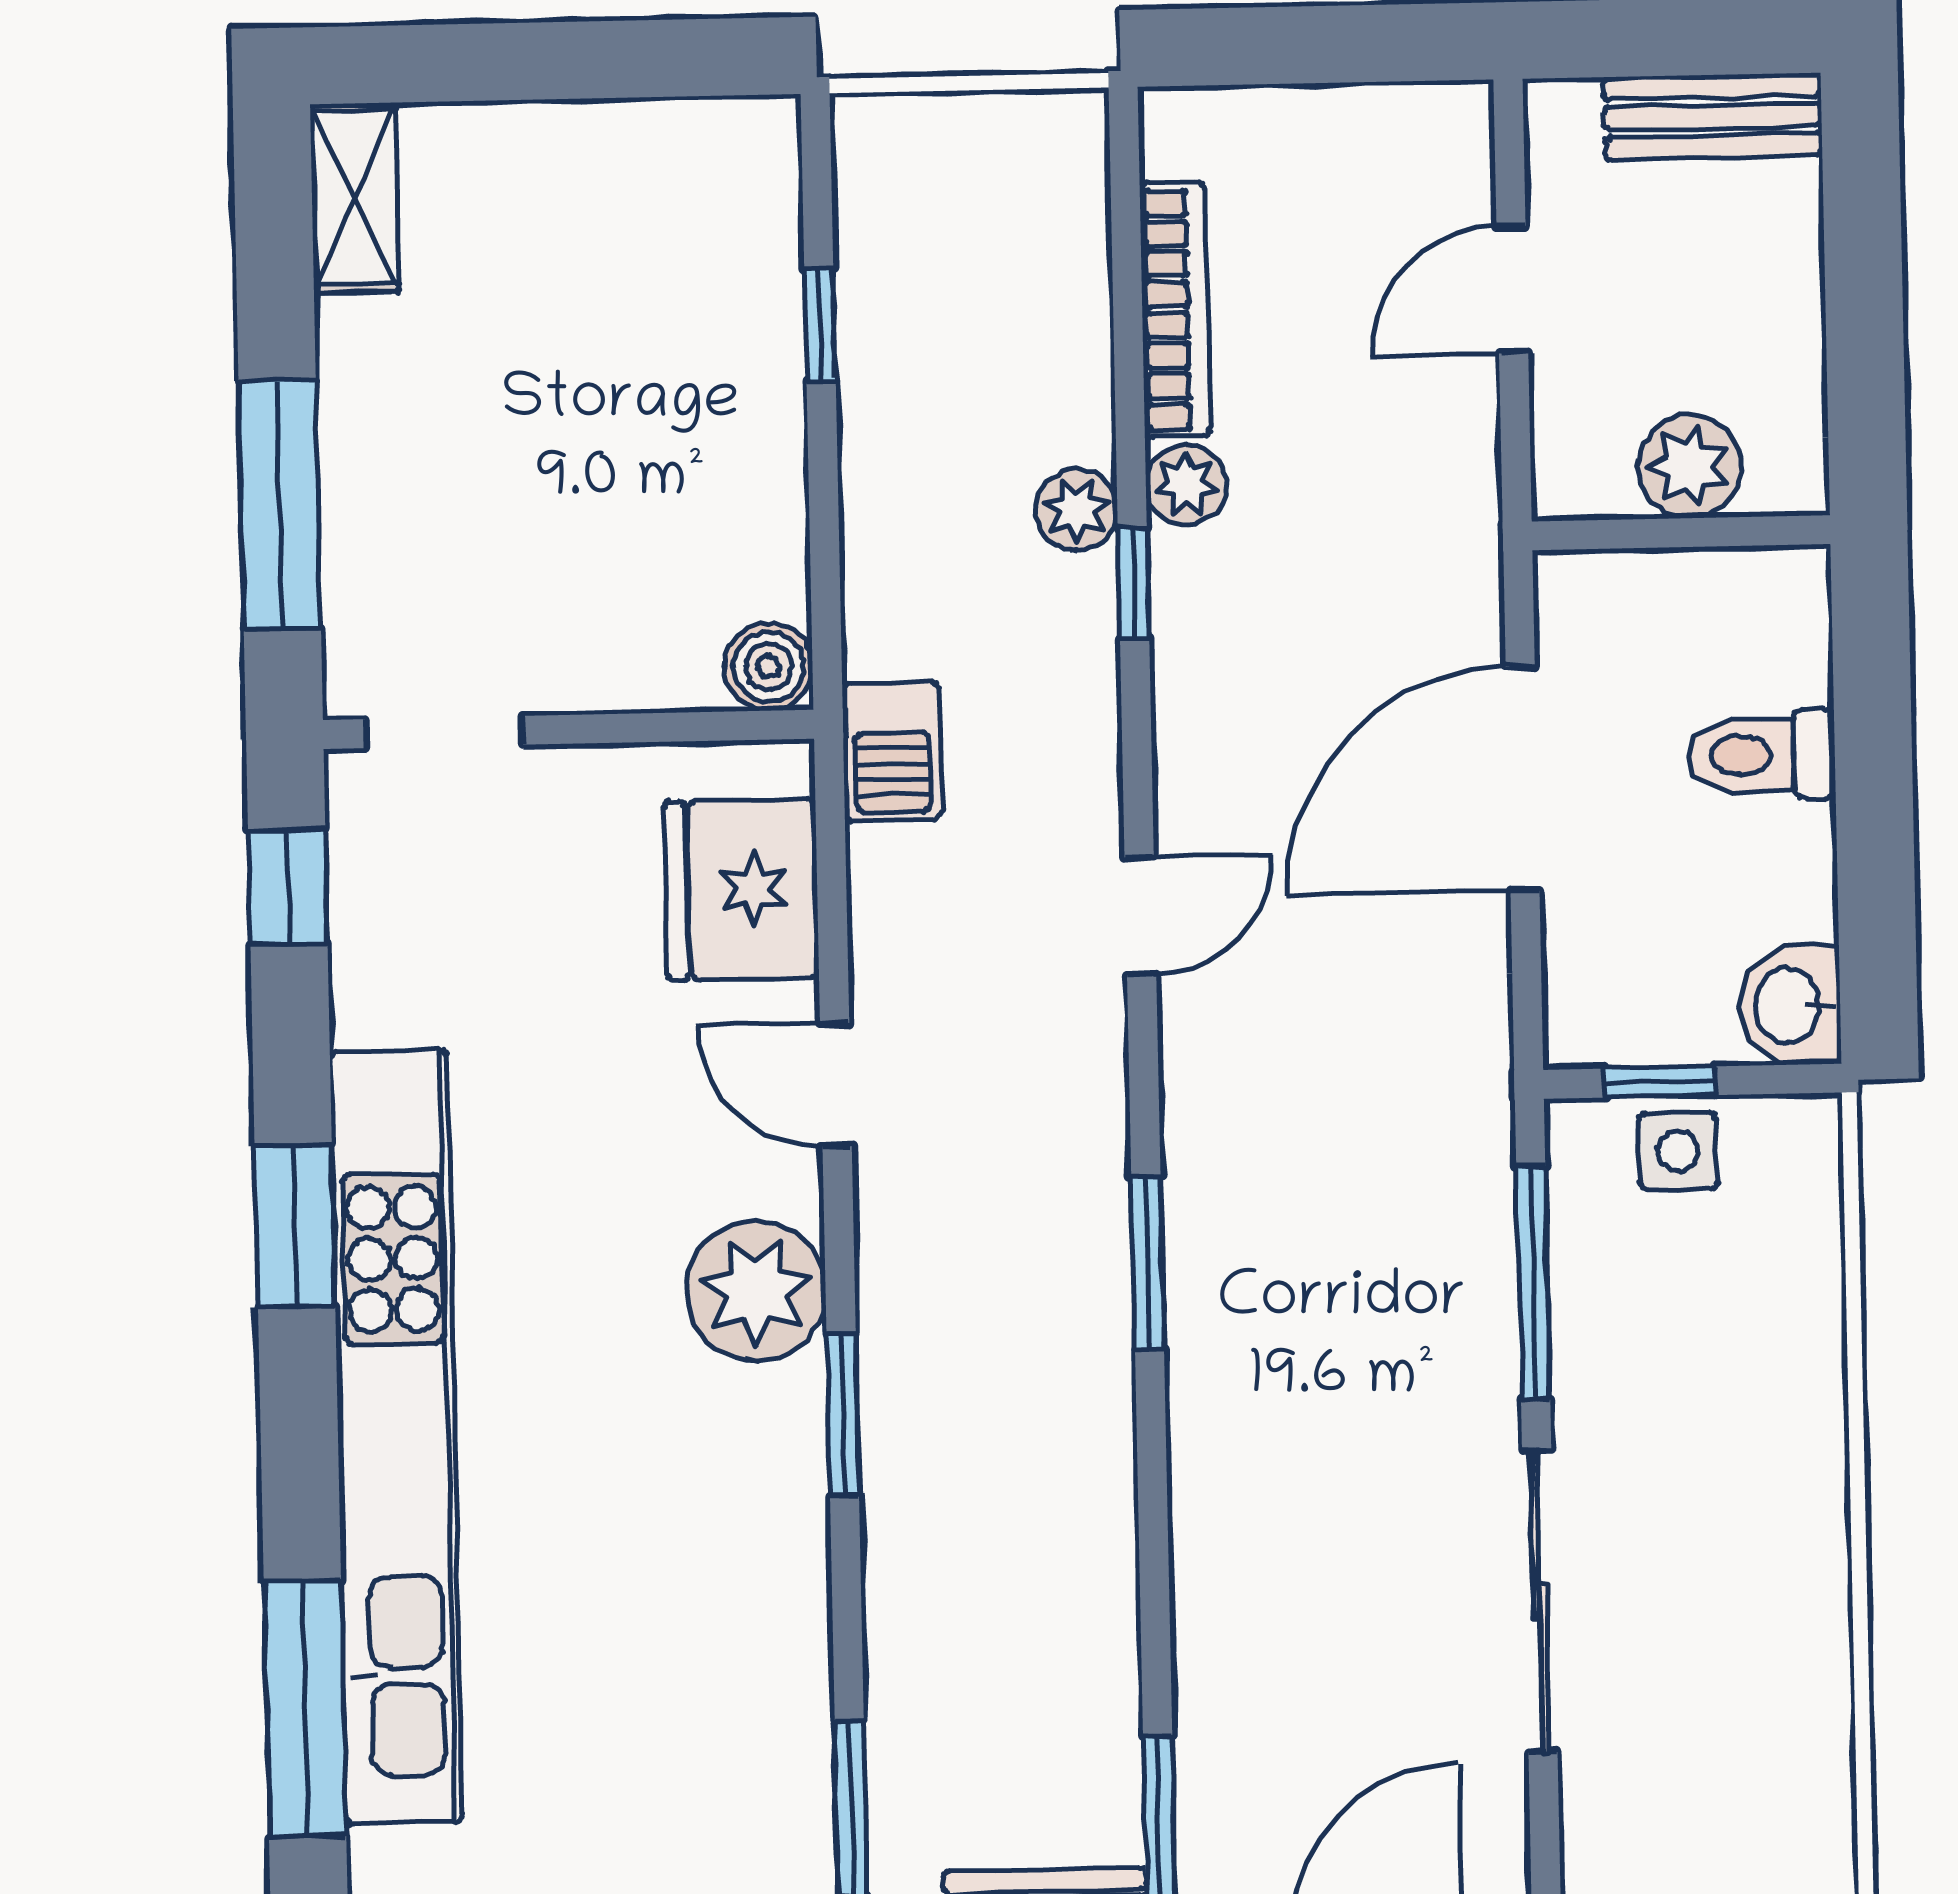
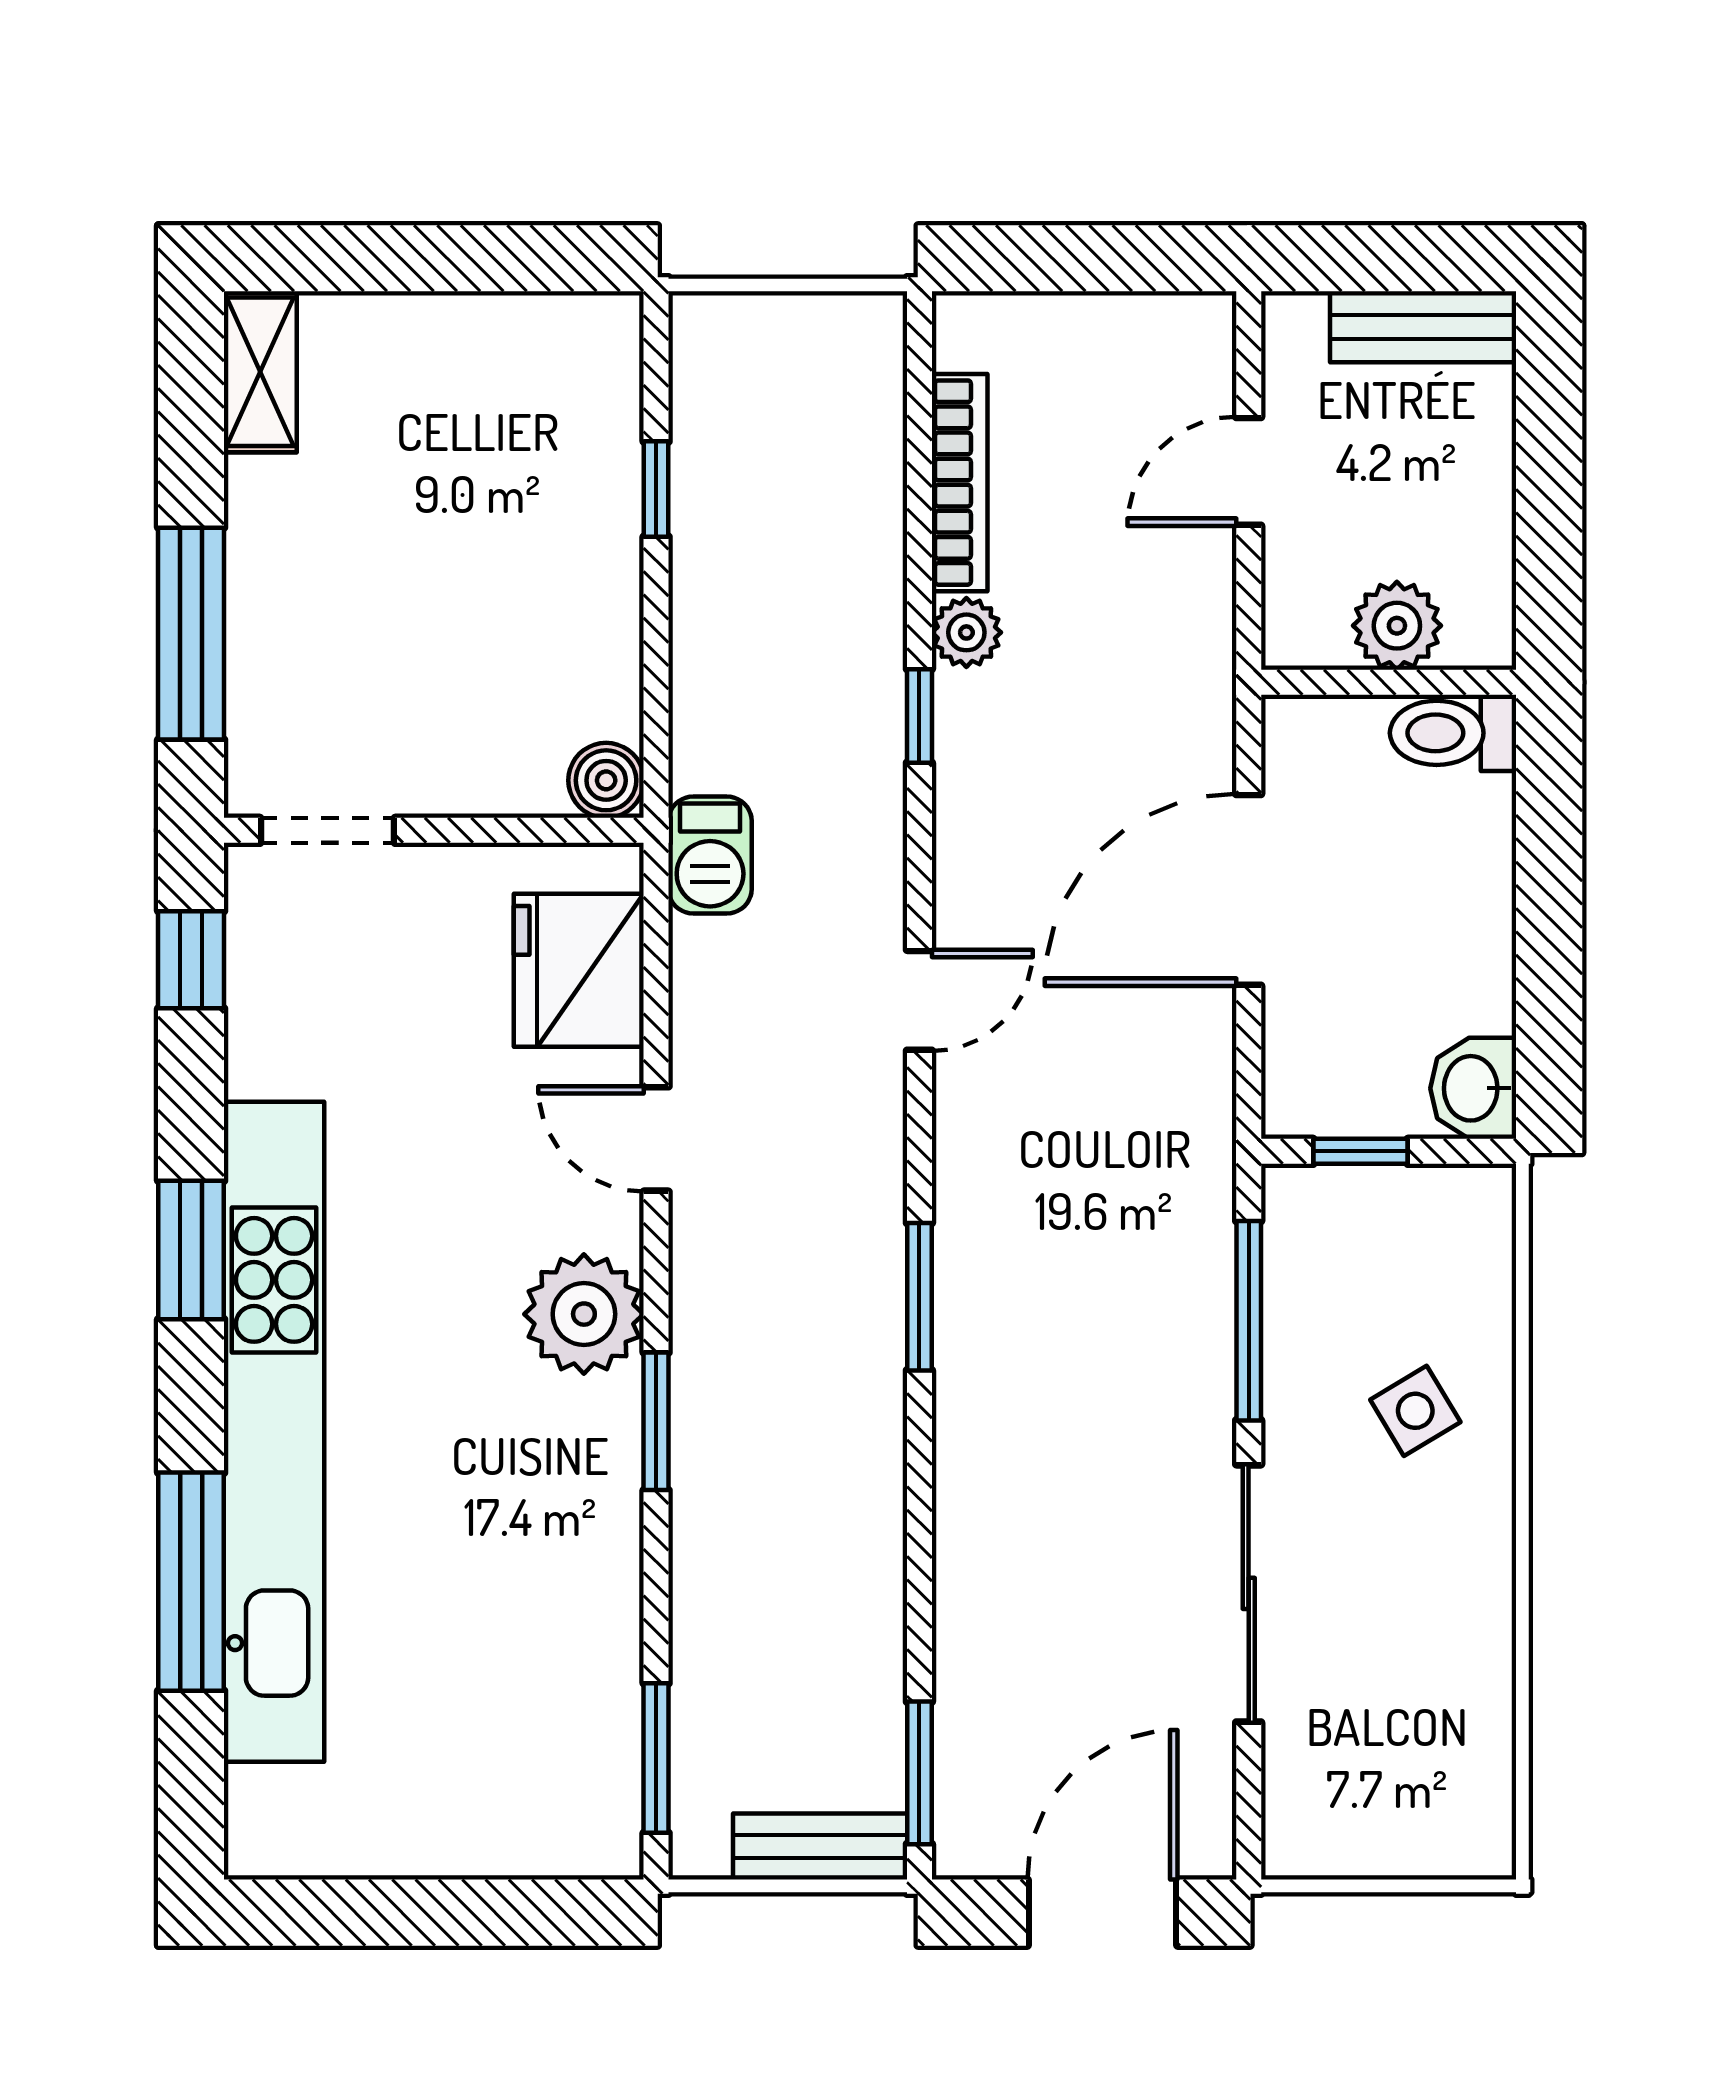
plant: (1076, 510) -> (872, 652), removed
toilet: (1761, 755) -> (1453, 733), moved
side table: (1678, 1151) -> (1415, 1411), moved, turned -31
window: (305, 1709) -> (191, 1582), moved

